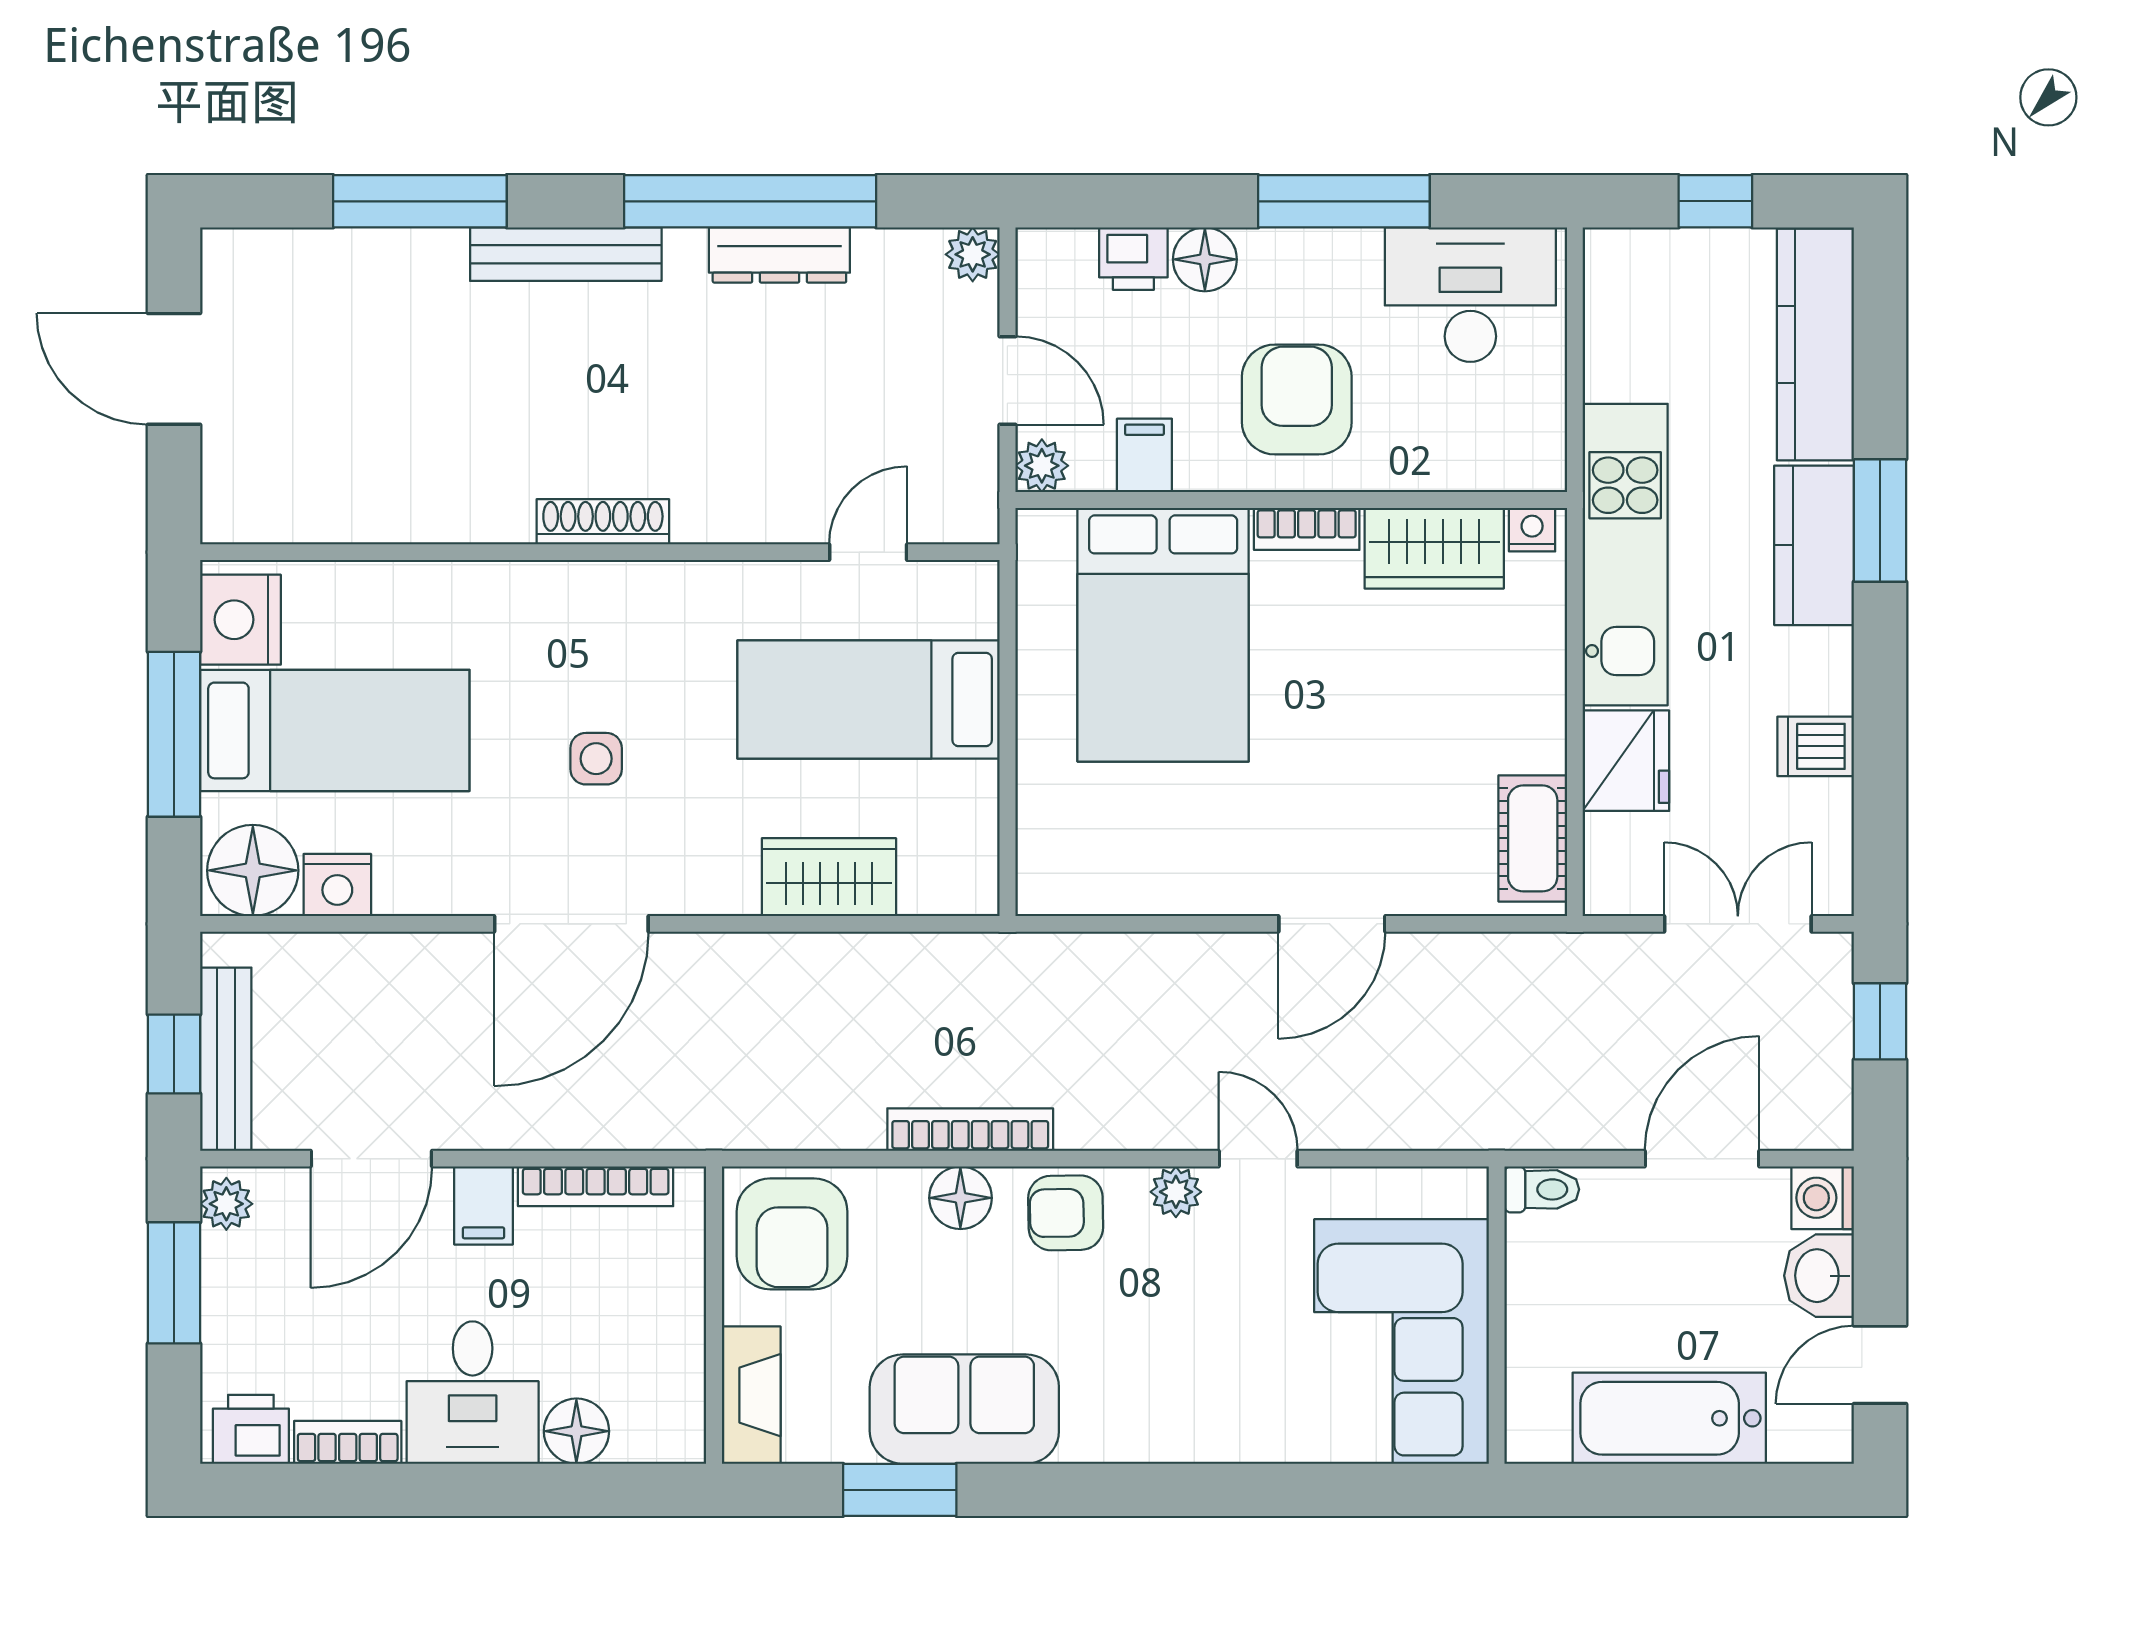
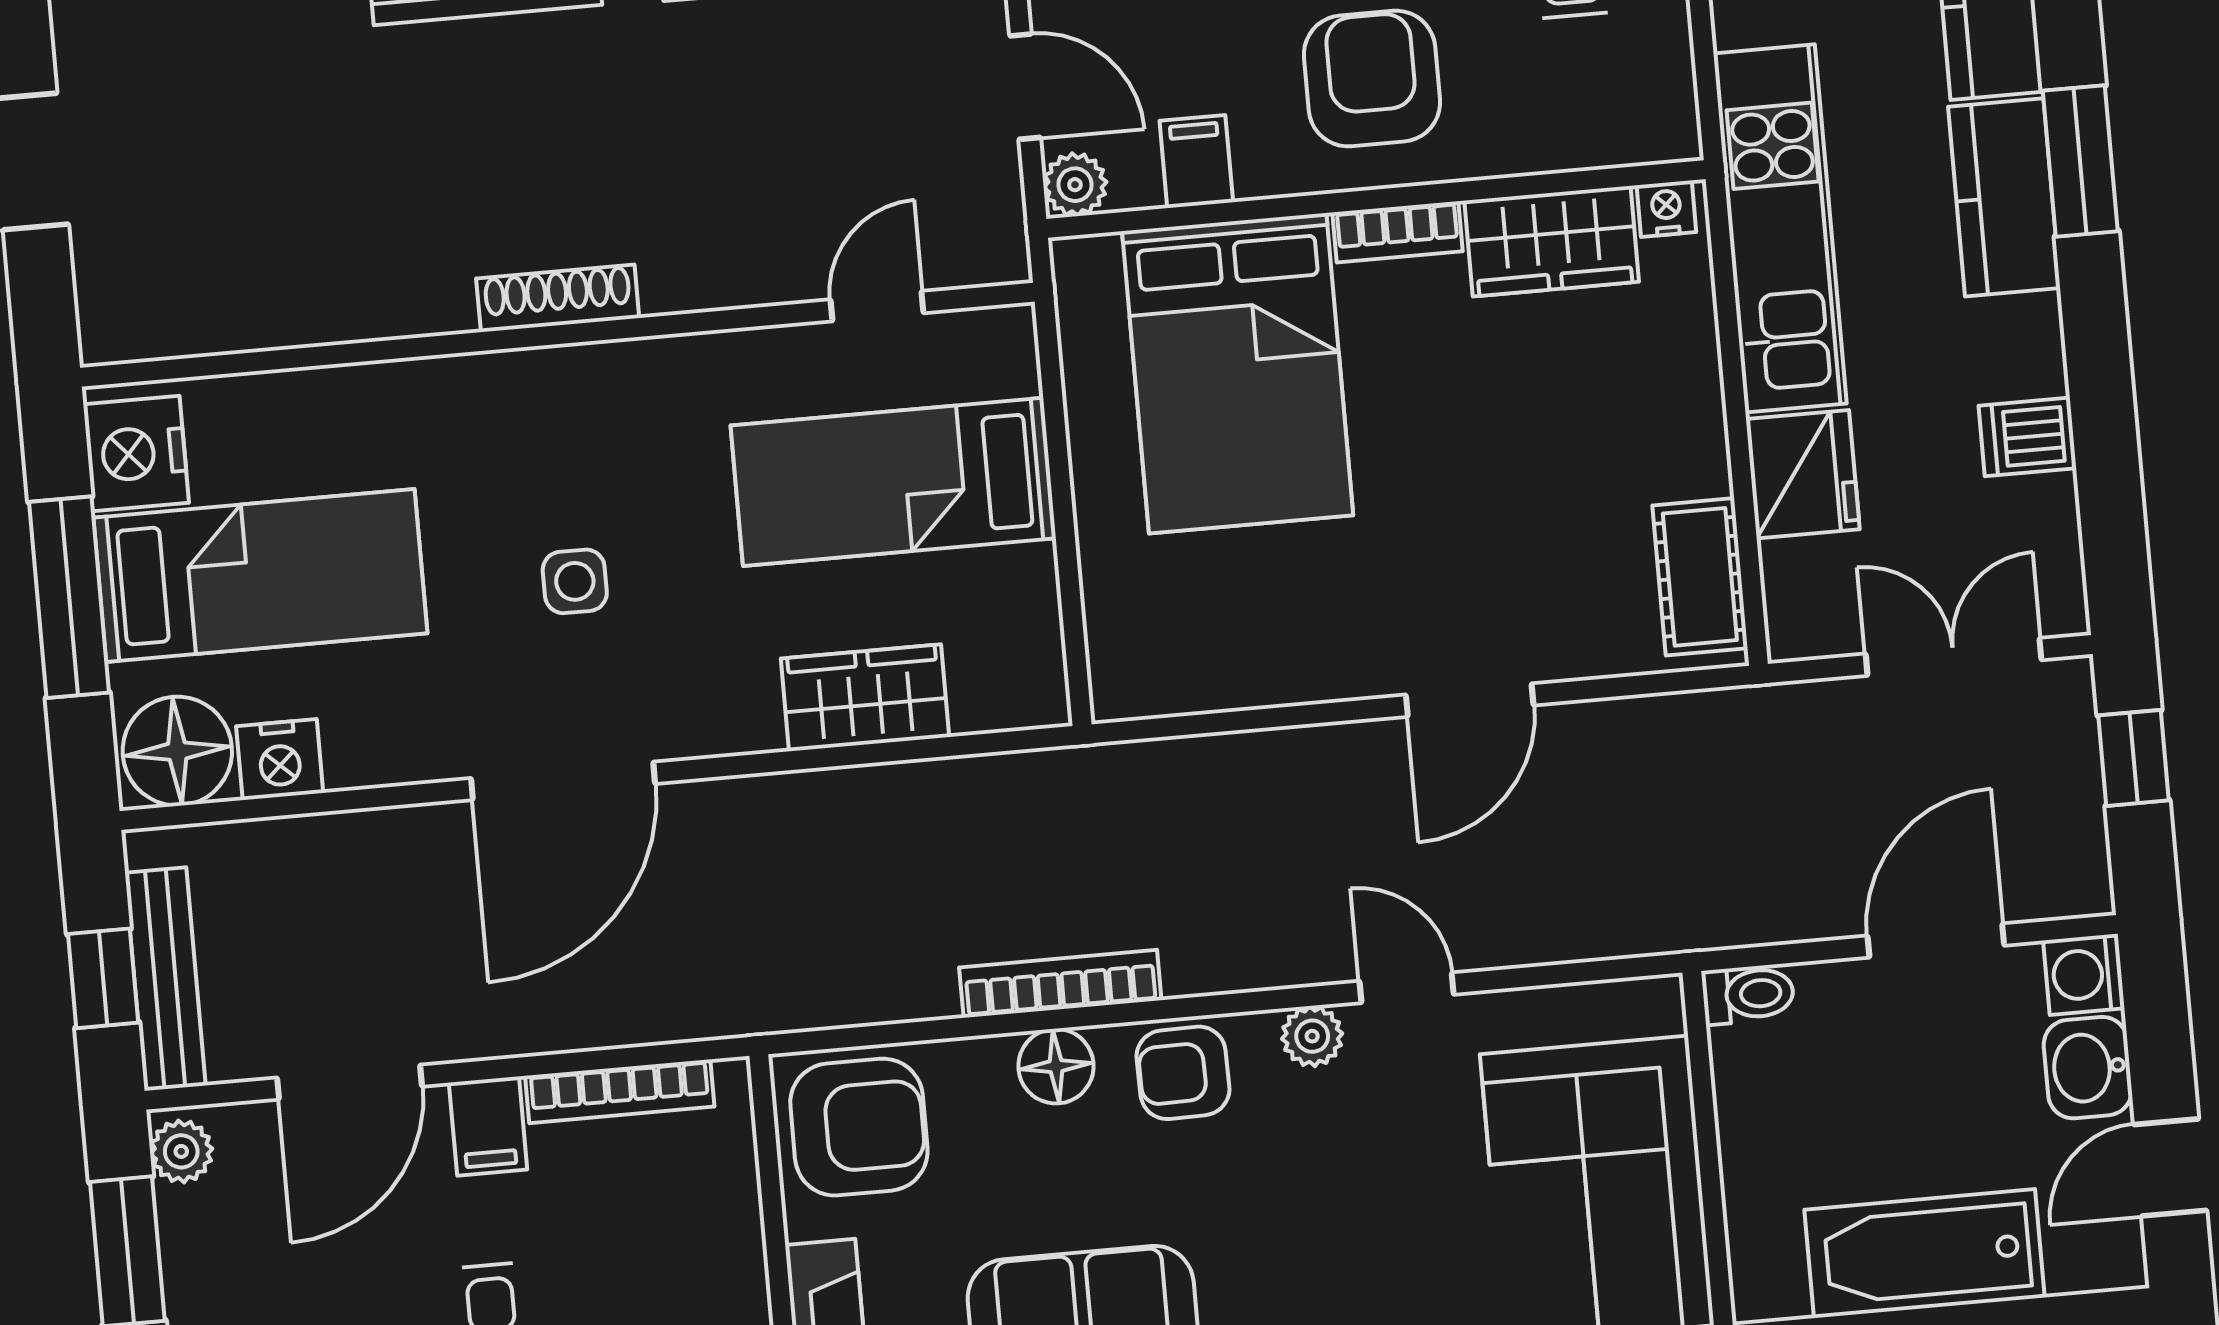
armchair: (792, 1234) -> (859, 1127), turned -90

